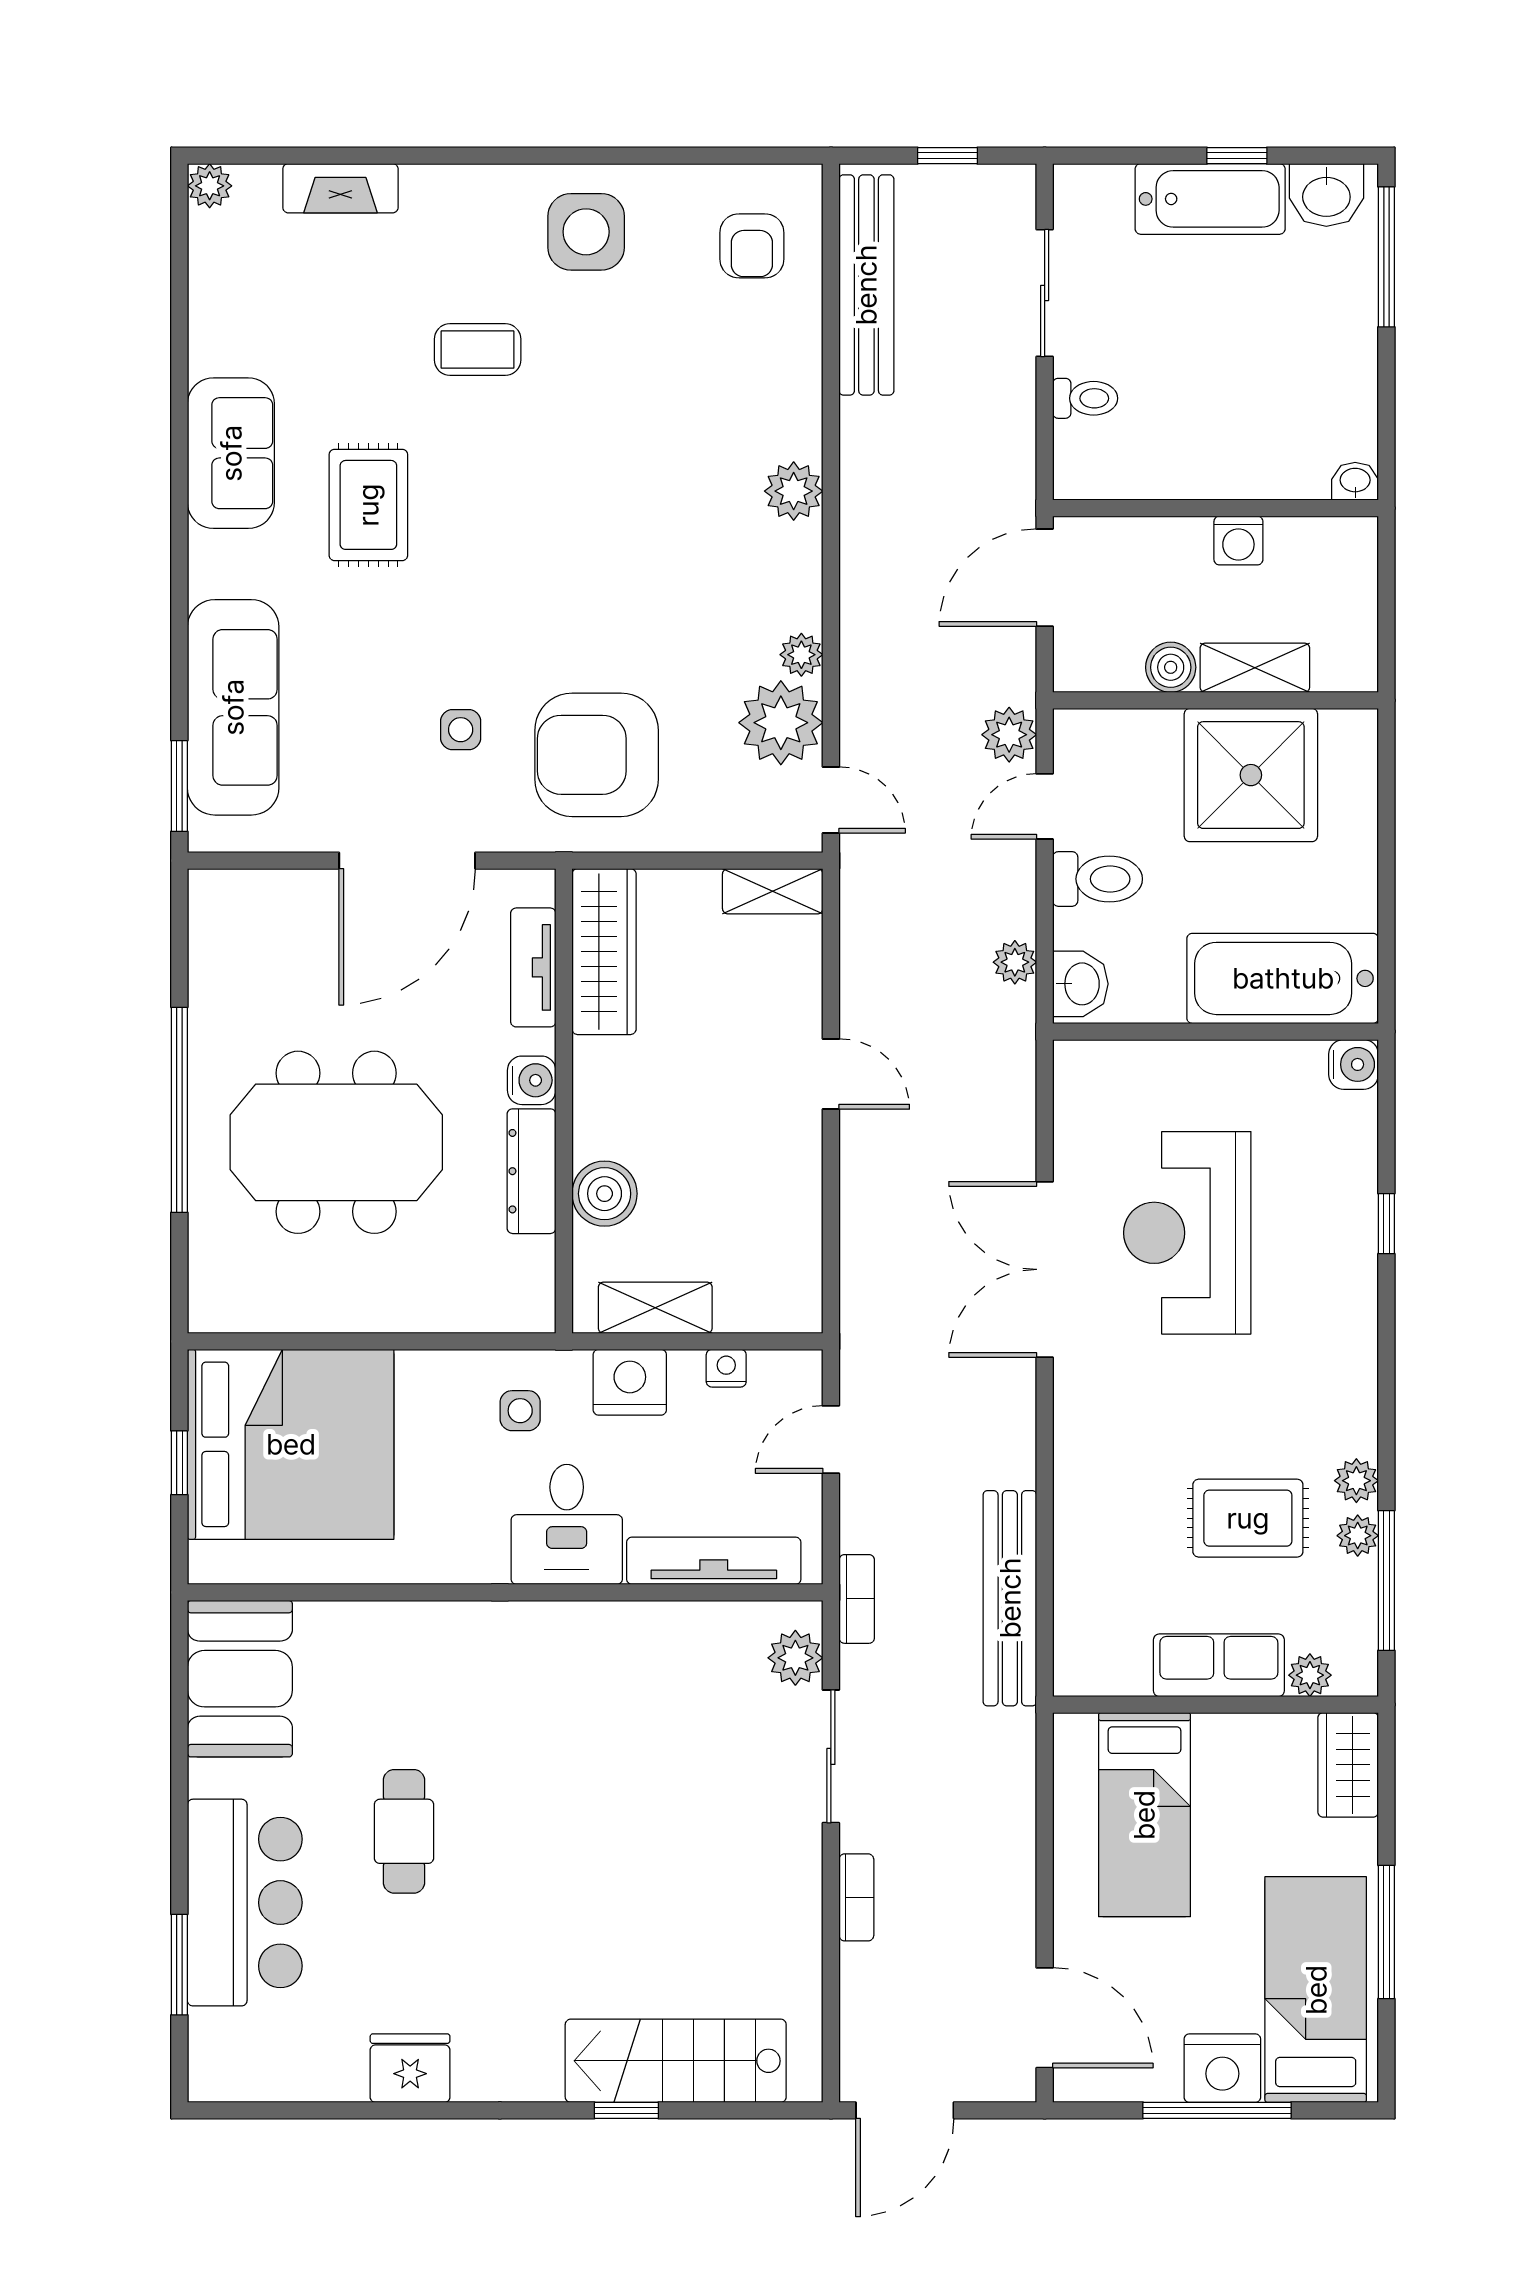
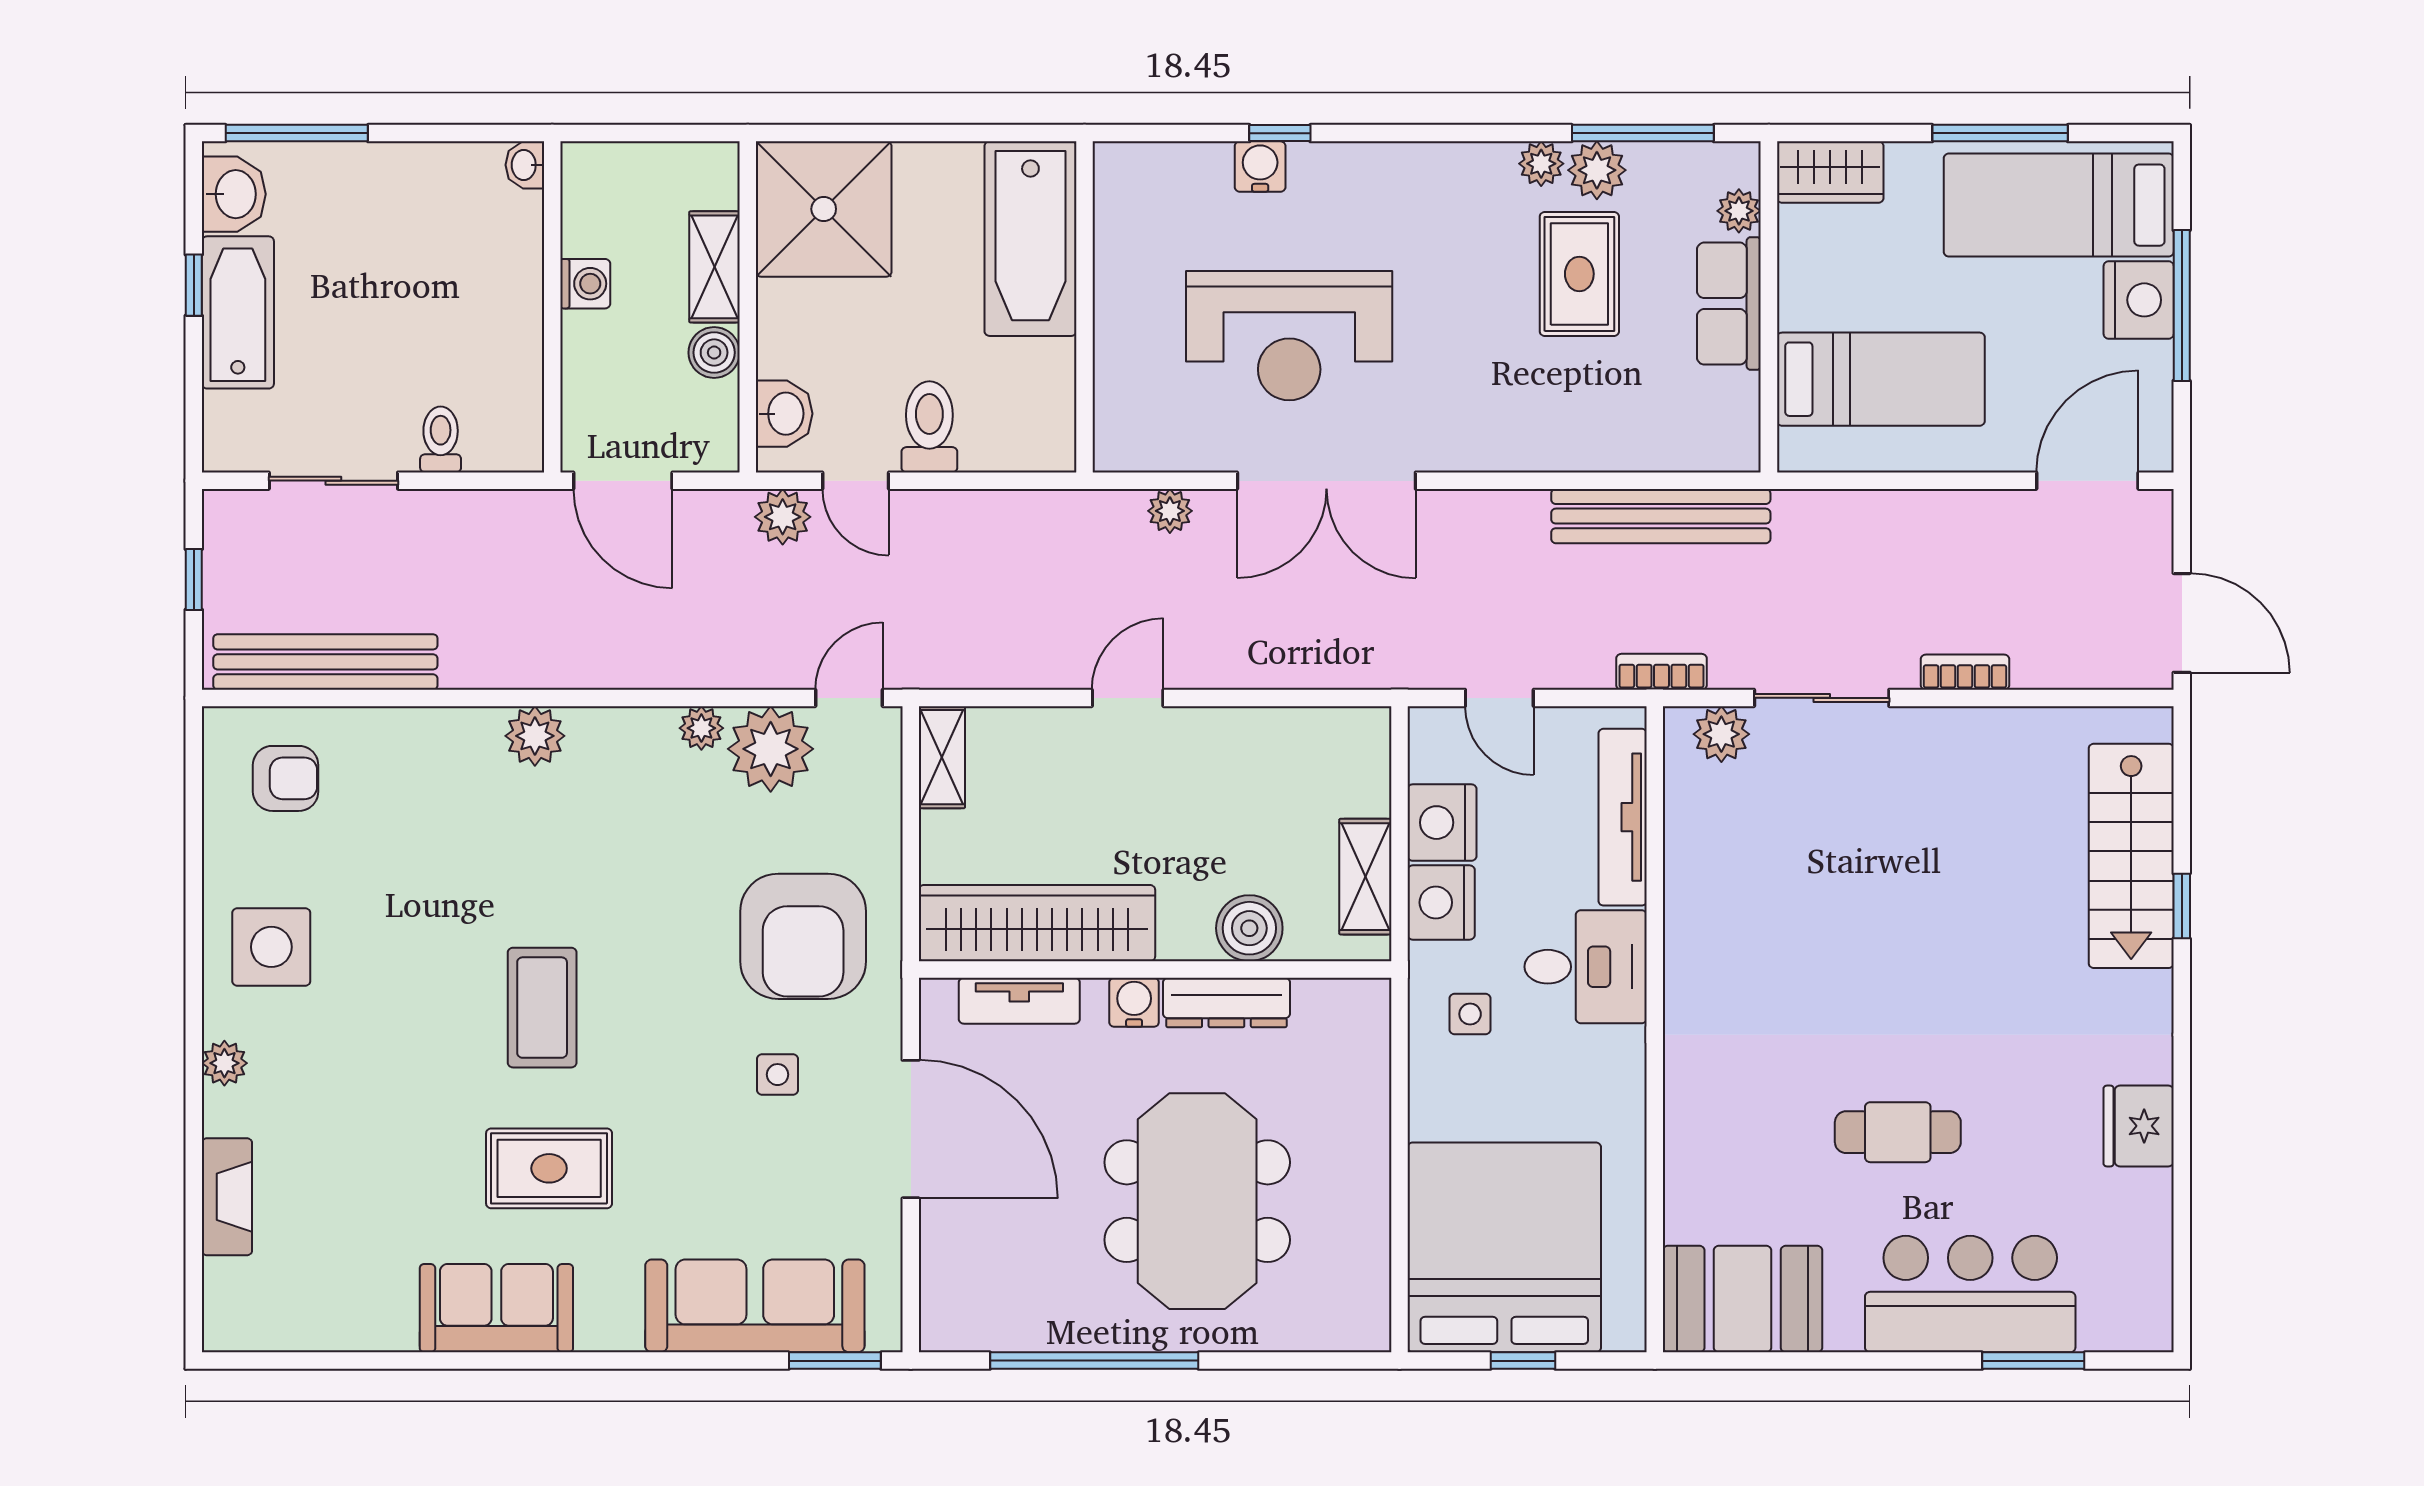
plant: (210, 186) -> (224, 1063), moved
coffee table: (478, 350) -> (542, 1008), moved, width x1.36, depth x1.30
shower: (1251, 775) -> (824, 209), moved
wardrobe: (604, 952) -> (1037, 923), width x1.40, depth x1.17
plant: (1015, 962) -> (1170, 511), moved
washbasin: (1080, 984) -> (784, 414), moved, turned 90
water cooler: (1354, 1064) -> (1260, 167), moved
window: (179, 1110) -> (1094, 1361), moved
nightstand: (726, 1368) -> (1442, 823), width x1.89, depth x1.79
plant: (1358, 1536) -> (1597, 170), width x1.38, depth x1.38

